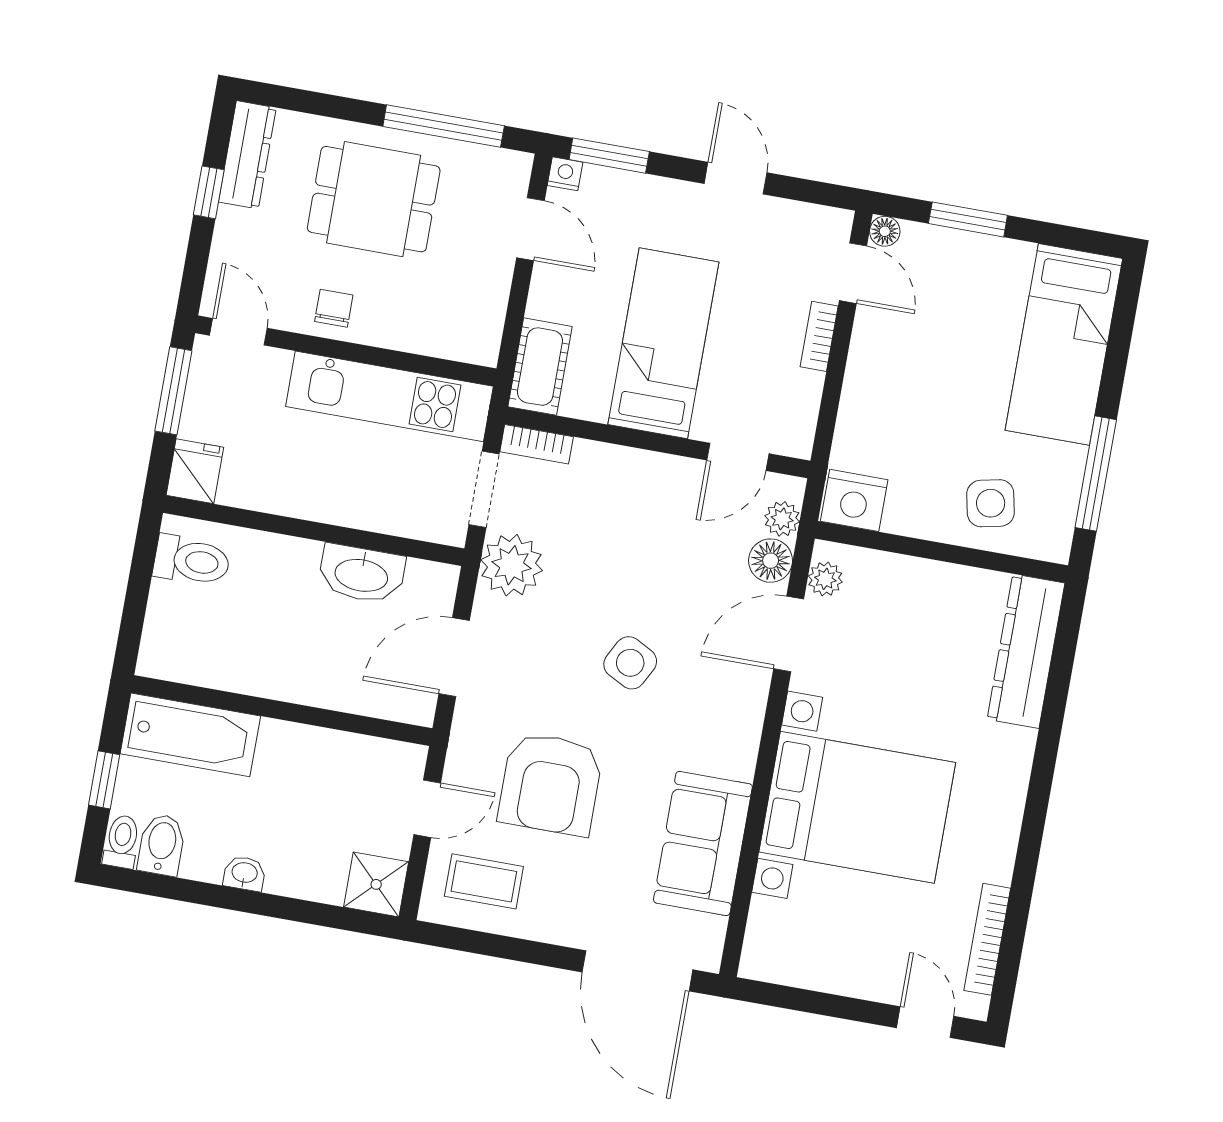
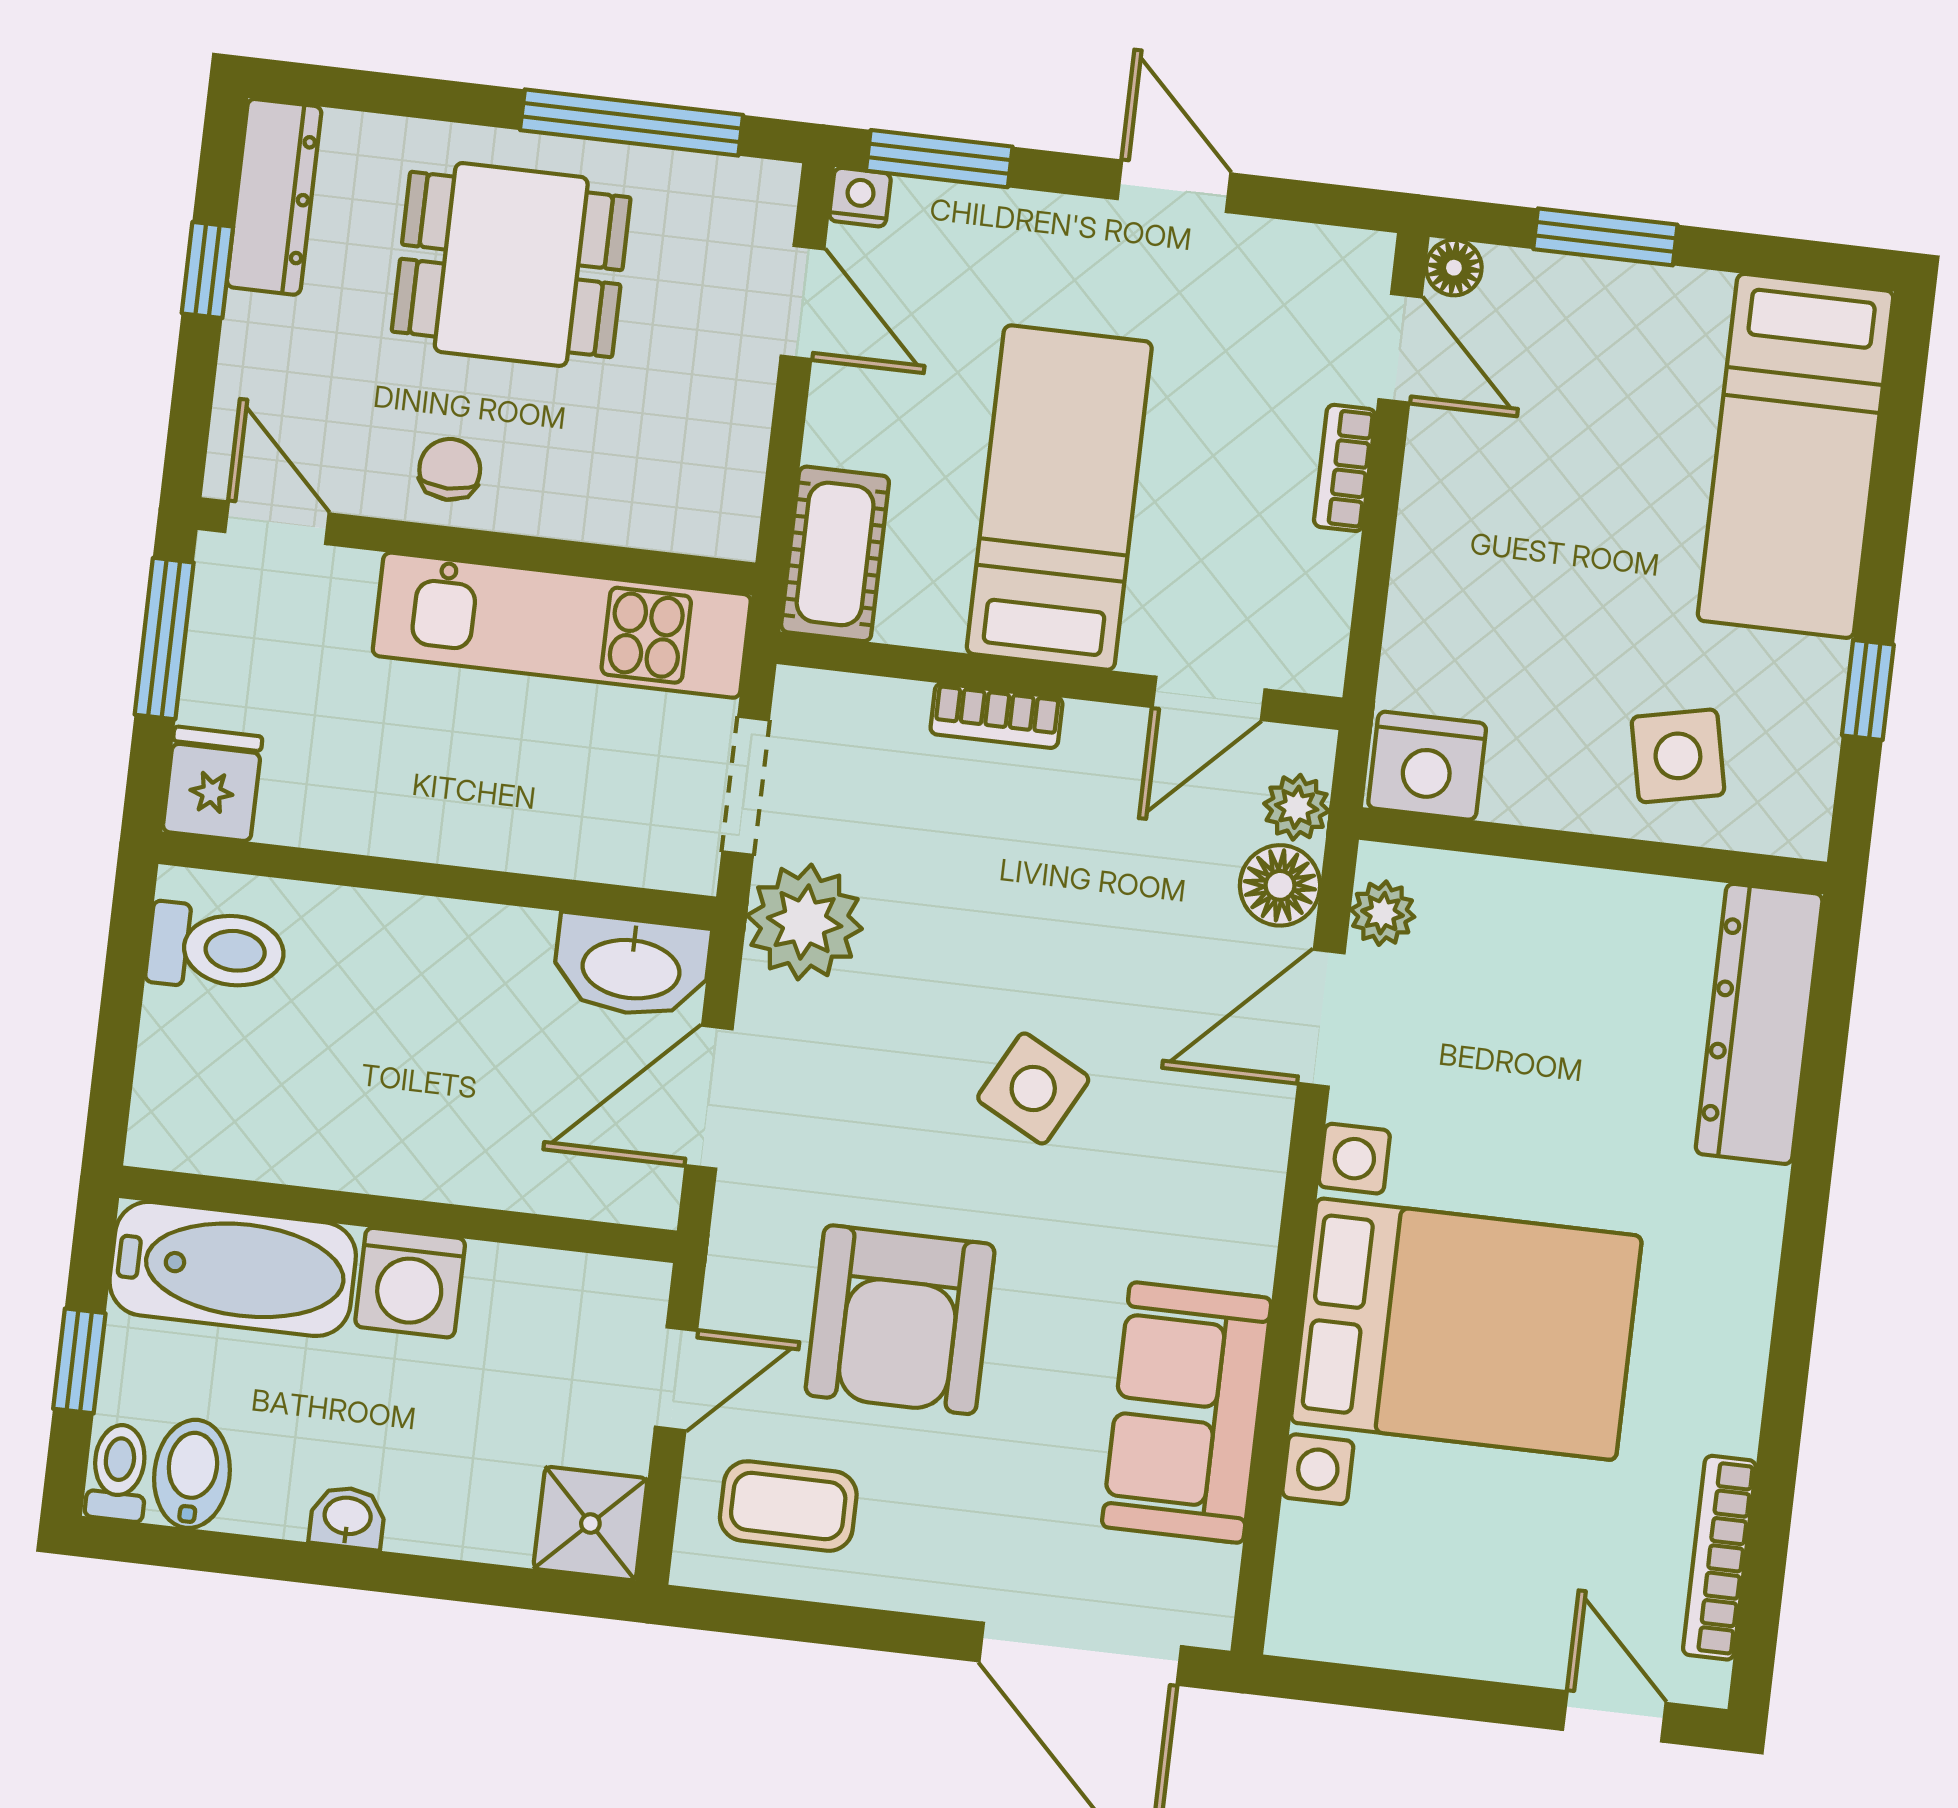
bookcase: (537, 444) -> (996, 716), moved
window: (1096, 474) -> (1868, 690), width x0.46
washbasin: (362, 574) -> (631, 966), moved
washing machine: (286, 748) -> (410, 1283), added

